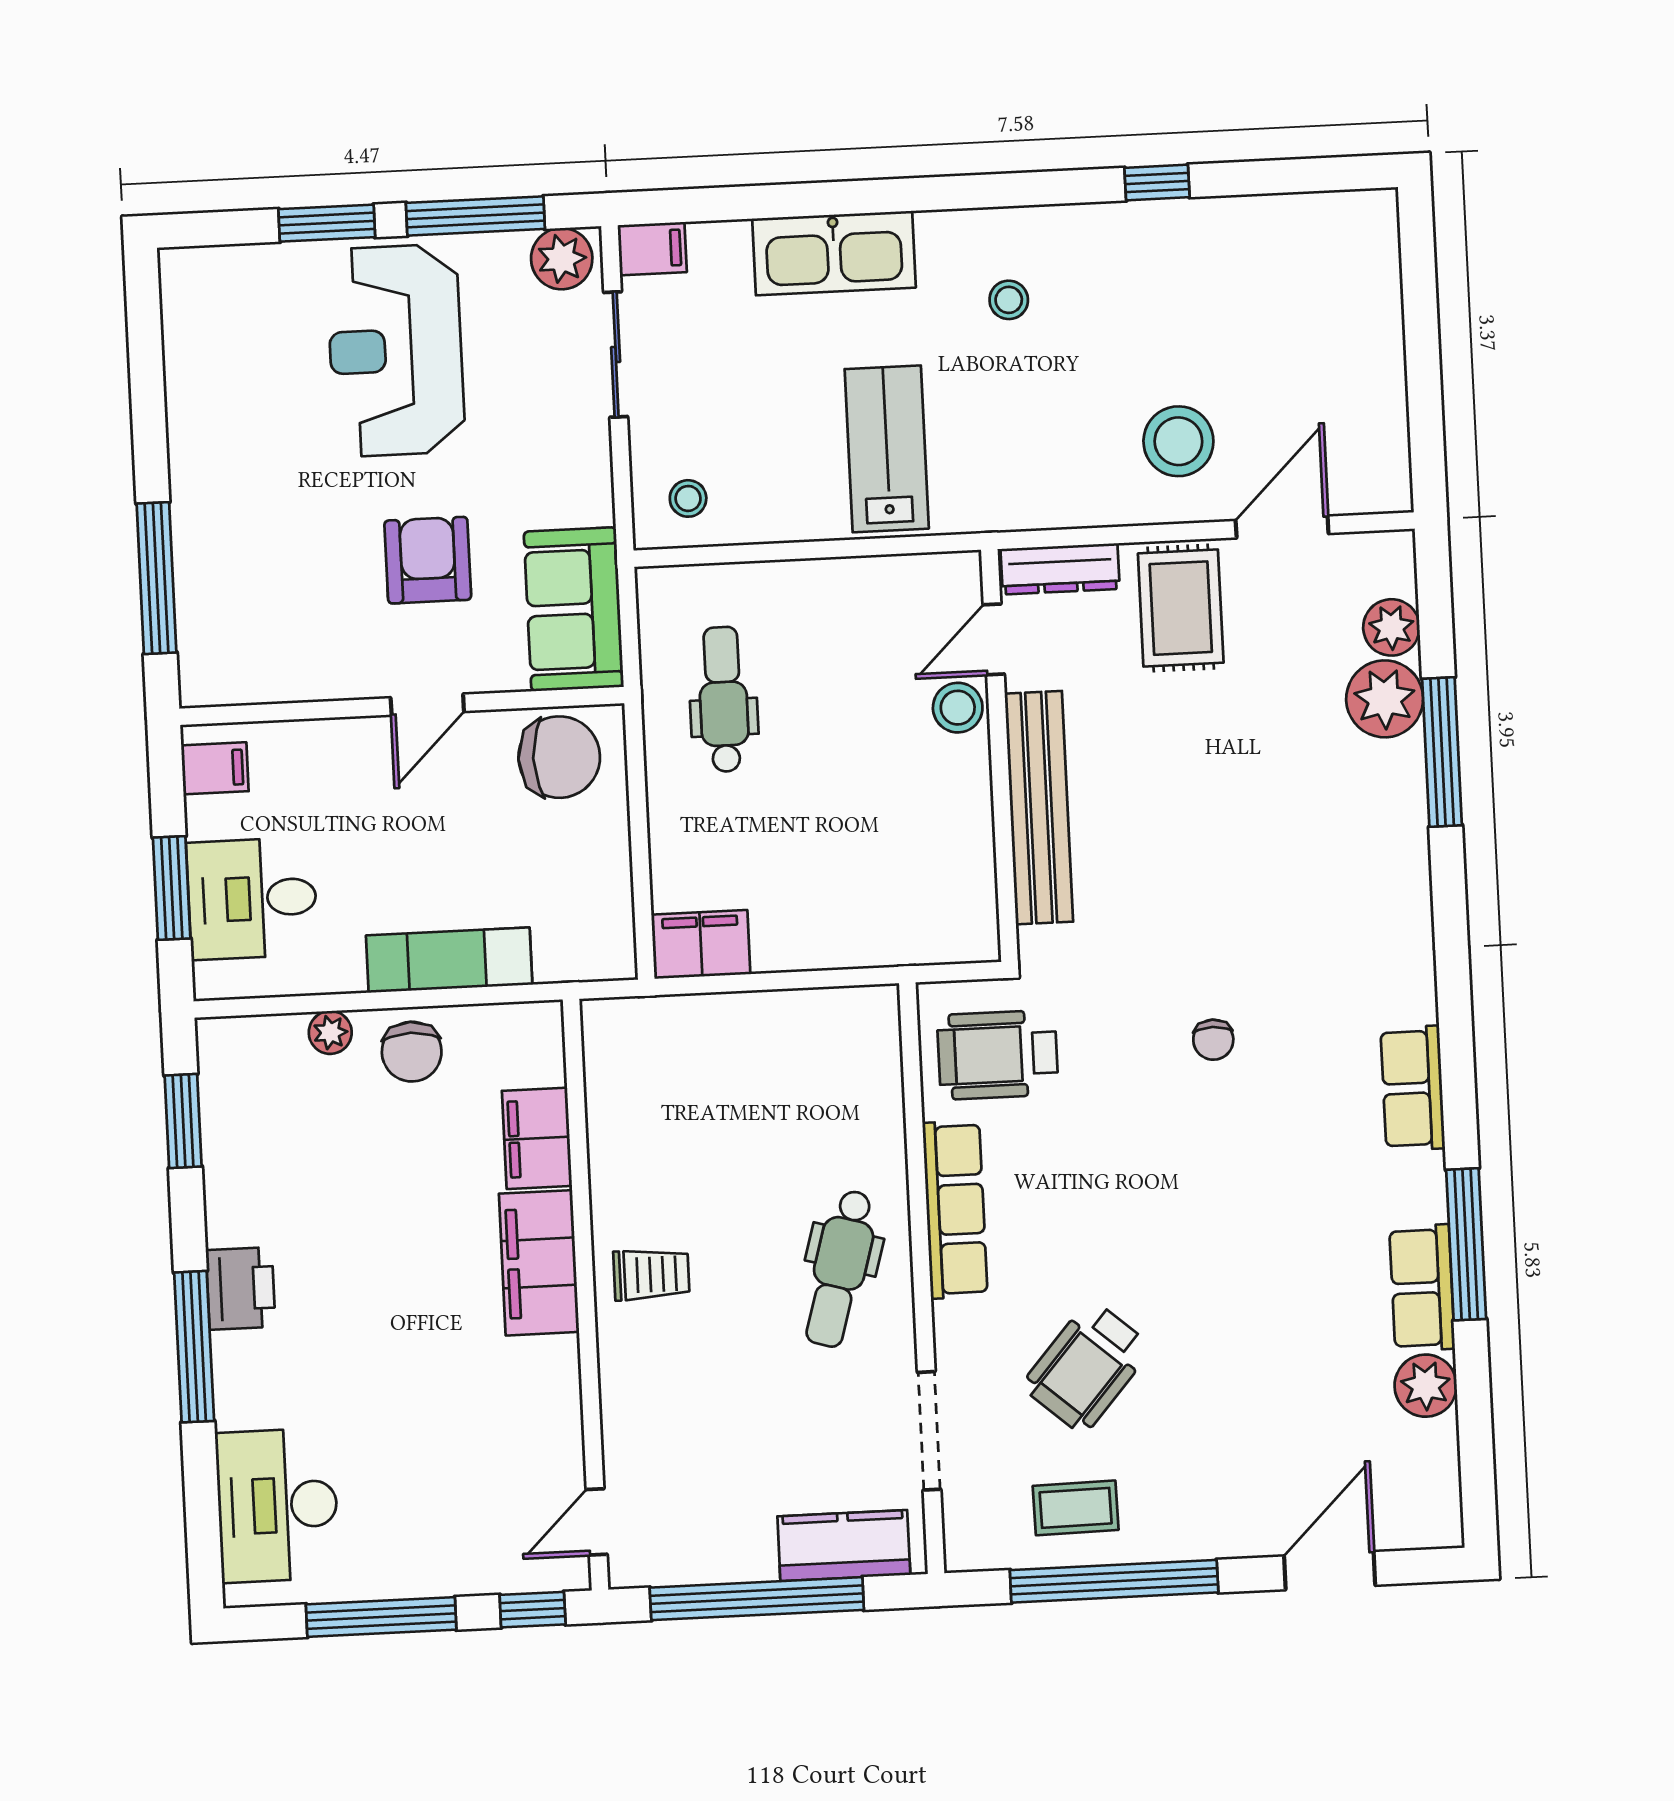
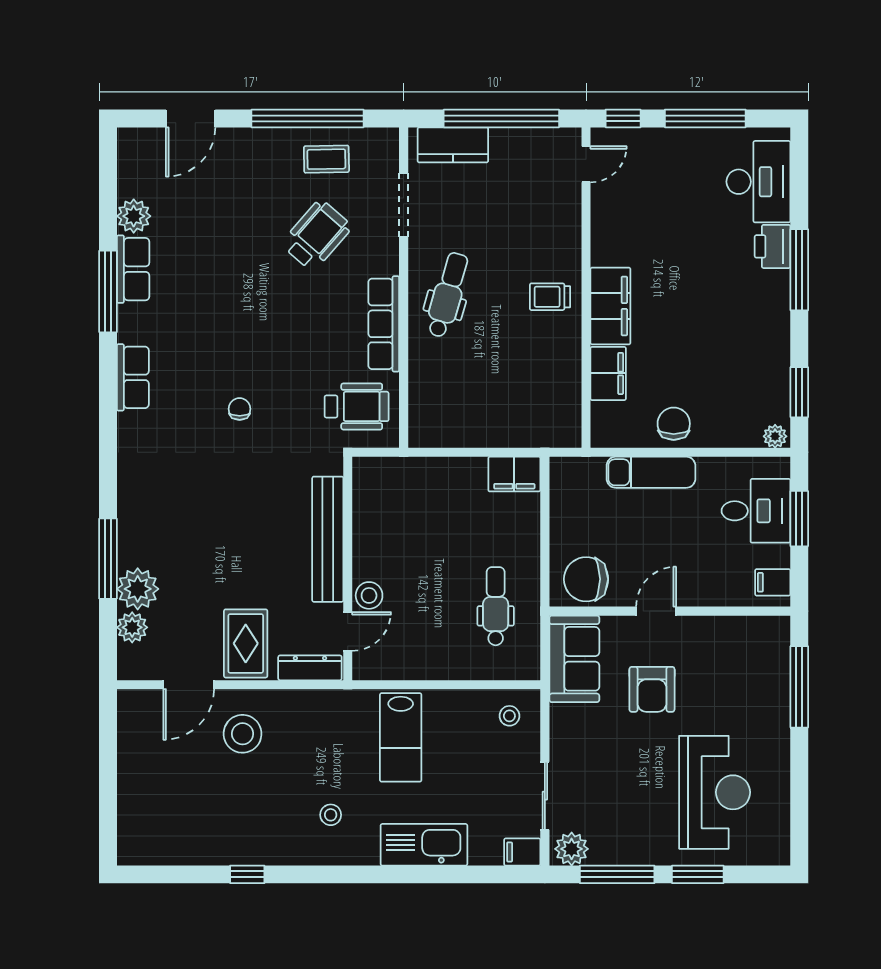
reception desk: (396, 350) -> (715, 792), moved
dental chair: (723, 699) -> (496, 606), turned 180
plant: (330, 1032) -> (775, 436), moved
printer: (241, 1288) -> (773, 246), moved

